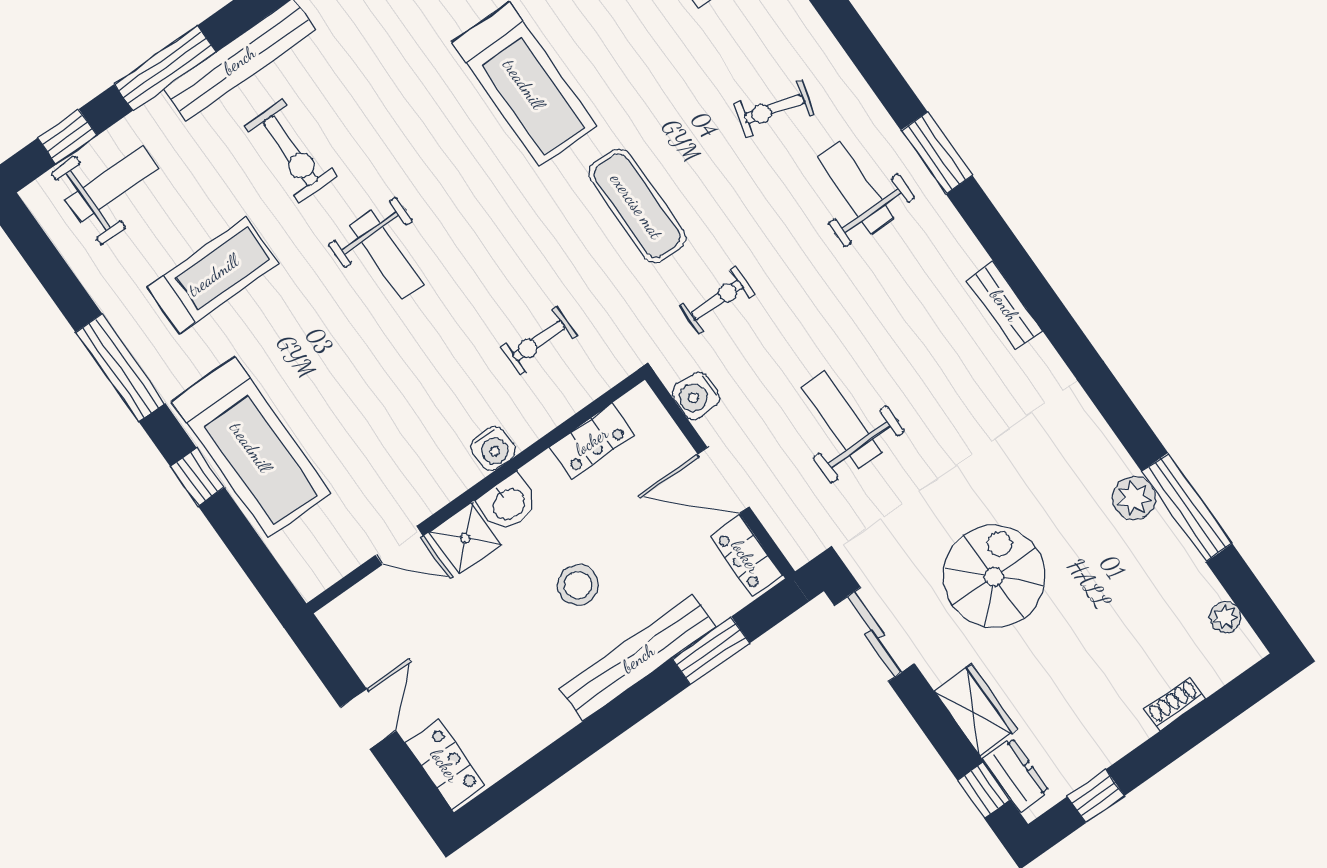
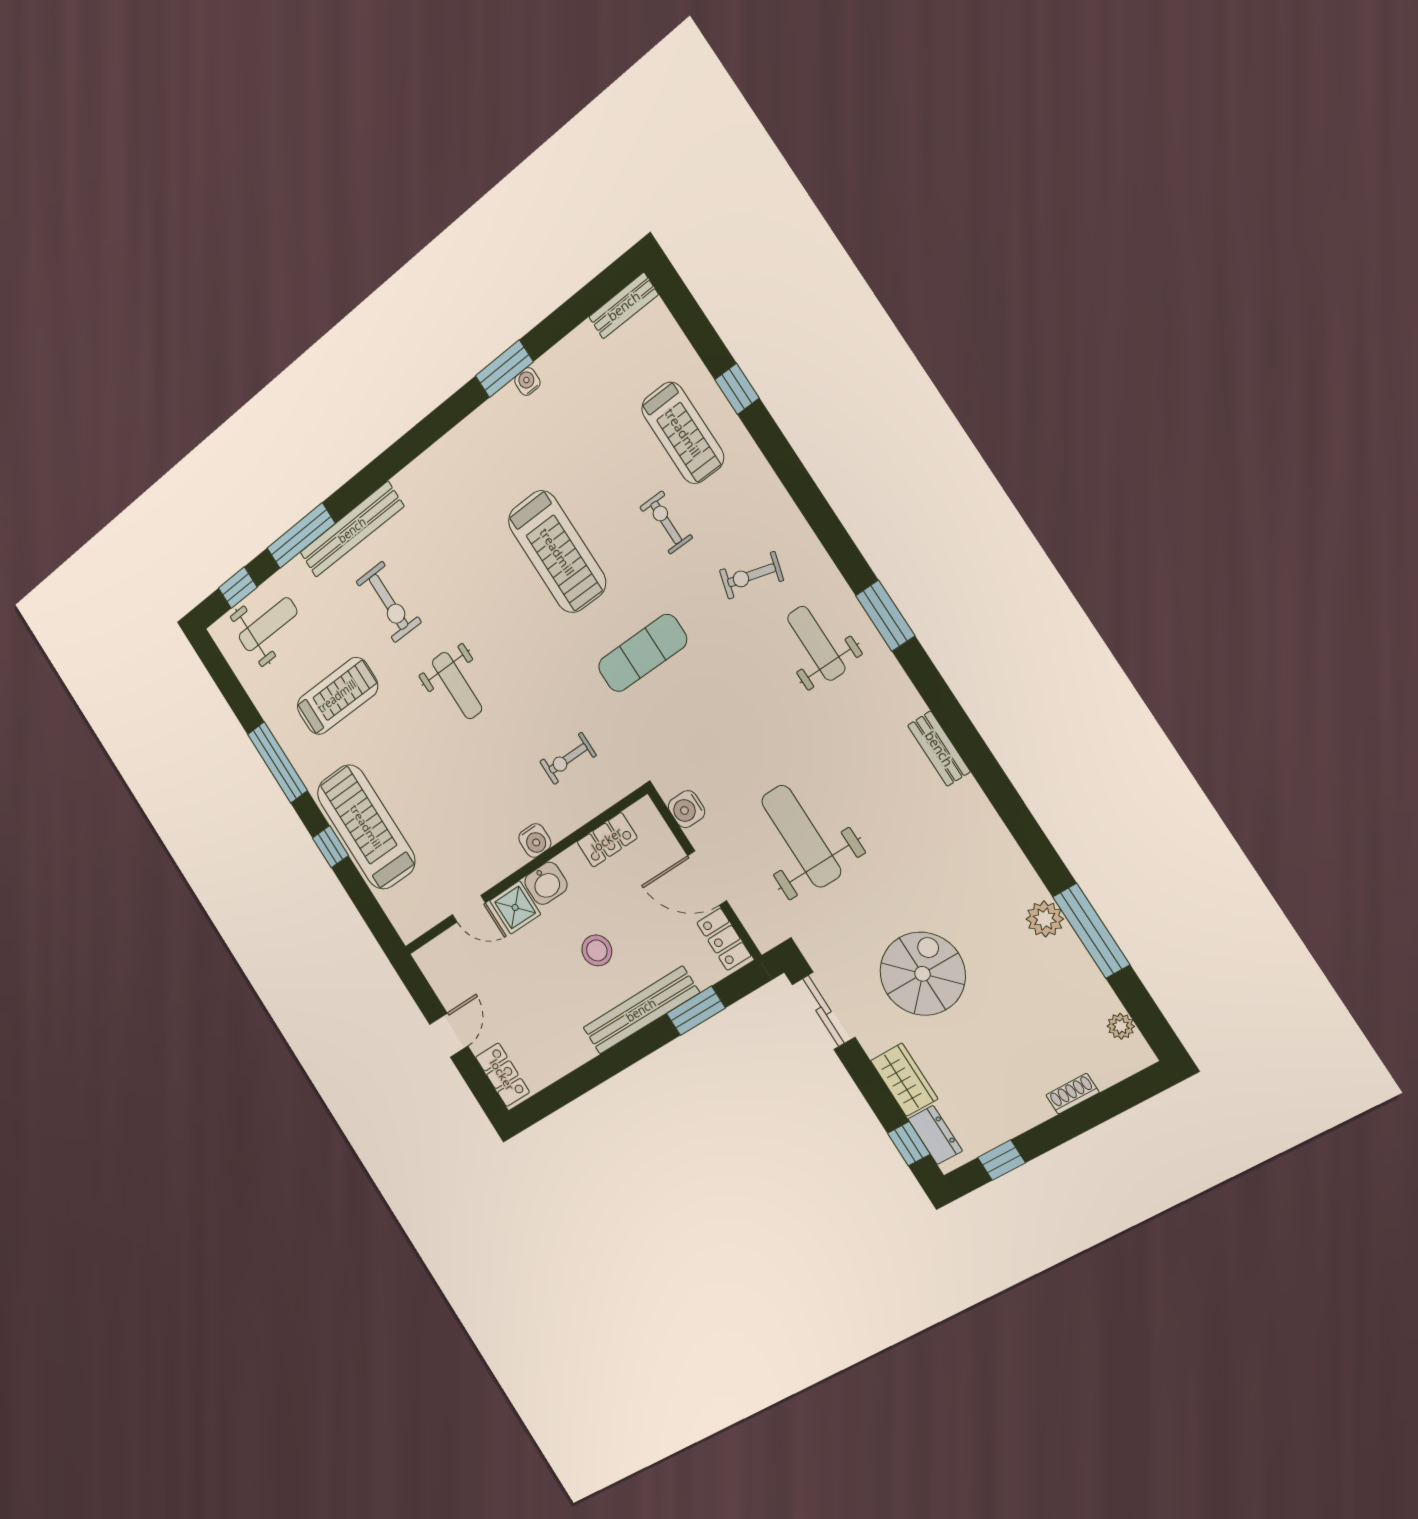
exercise mat: (637, 206) -> (642, 653), turned 90
exercise bike: (717, 300) -> (666, 522), moved, turned -90
weight bench: (842, 420) -> (801, 836), width x1.36, depth x1.33
treadmill: (251, 447) -> (366, 827), turned 180

